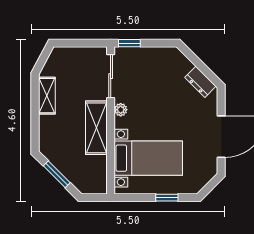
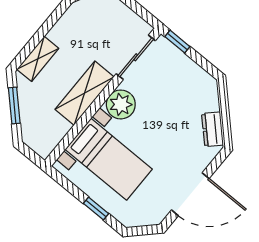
shelving: (47, 96) -> (38, 59), moved
plant: (121, 110) -> (121, 104), width x1.88, depth x1.88

